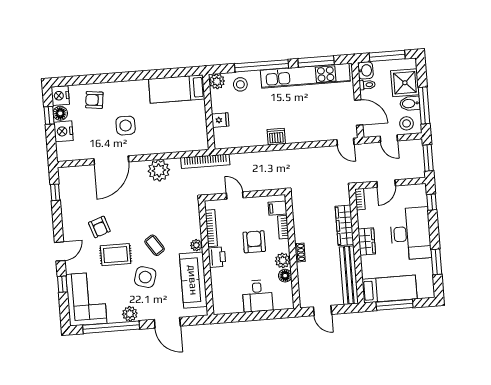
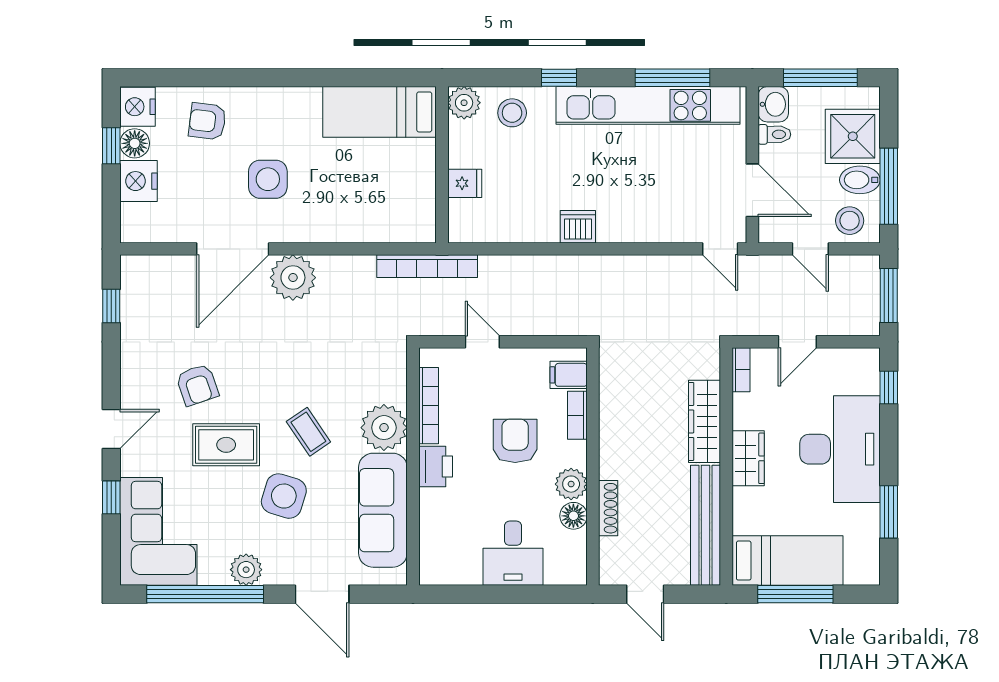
window: (262, 66) -> (559, 78), width x0.32
plant: (159, 170) -> (293, 278), moved
plant: (196, 245) -> (384, 428), width x1.87, depth x1.87
shoe rack: (300, 253) -> (608, 508), moved, width x1.43

